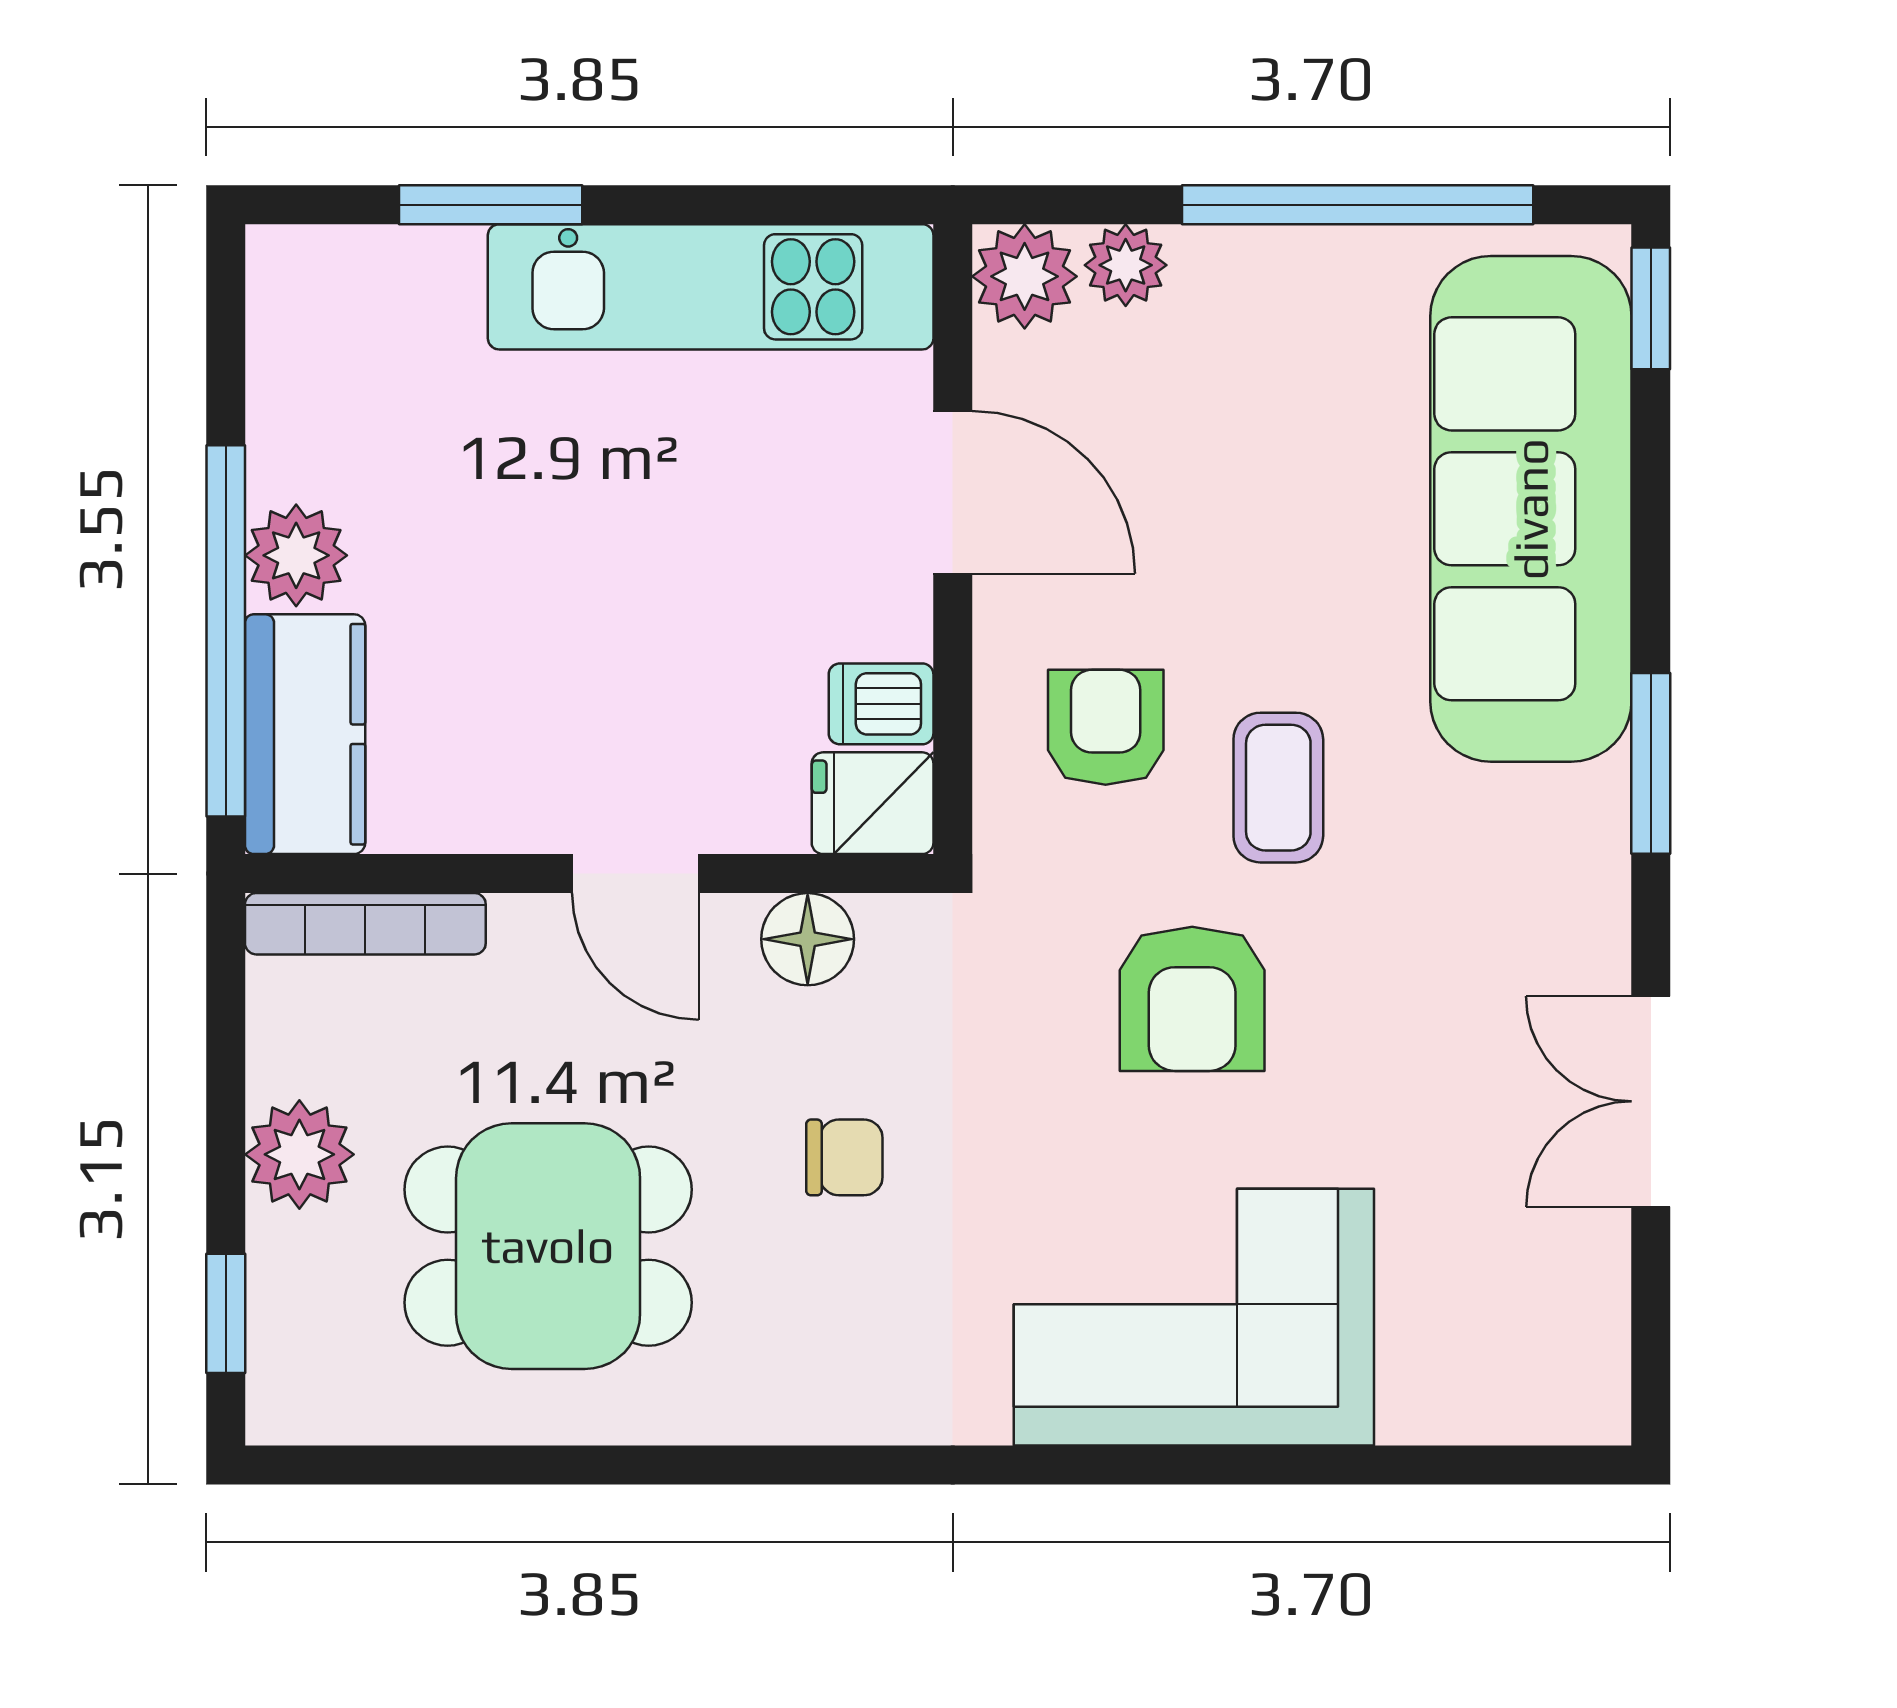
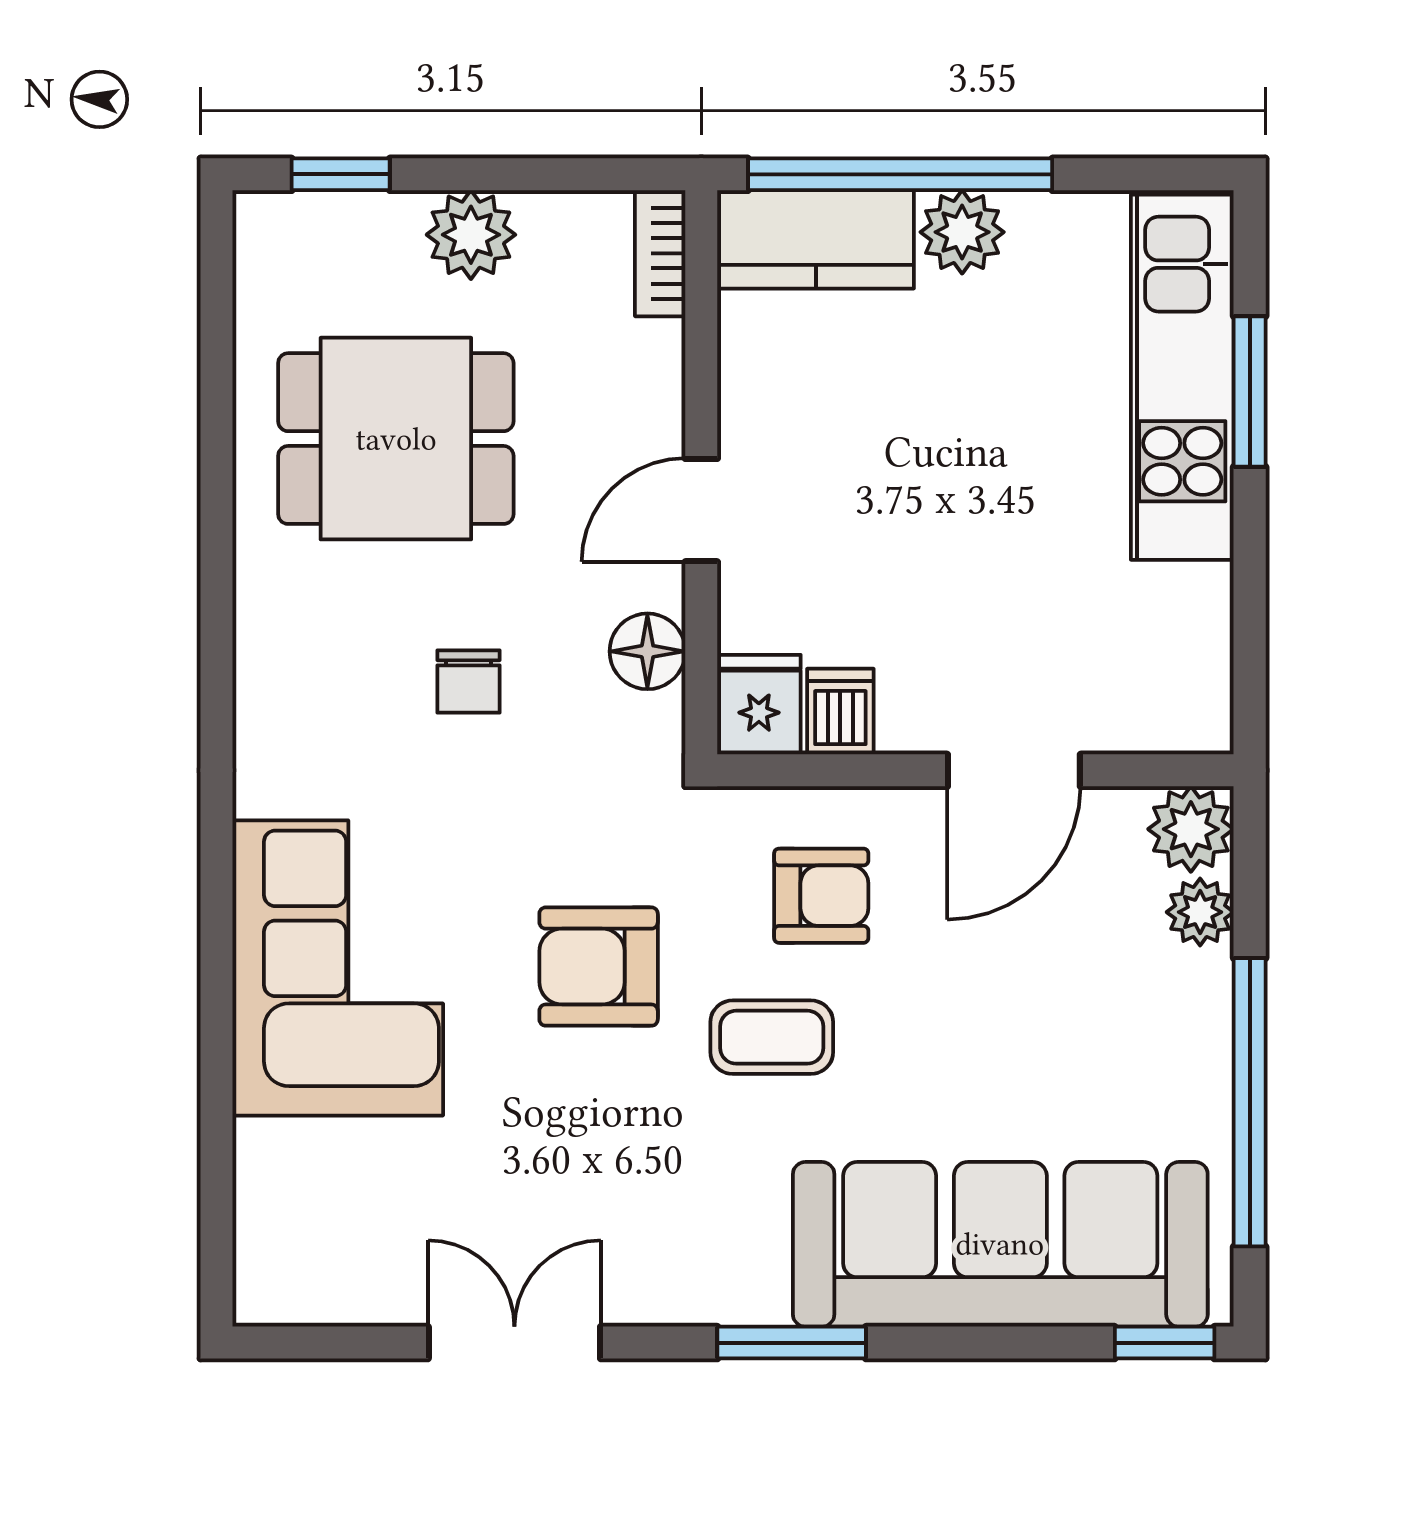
kitchen unit: (711, 287) -> (1182, 377), moved
bookcase: (365, 924) -> (660, 253), width x0.64
dining table: (548, 1246) -> (396, 439), turned 90

